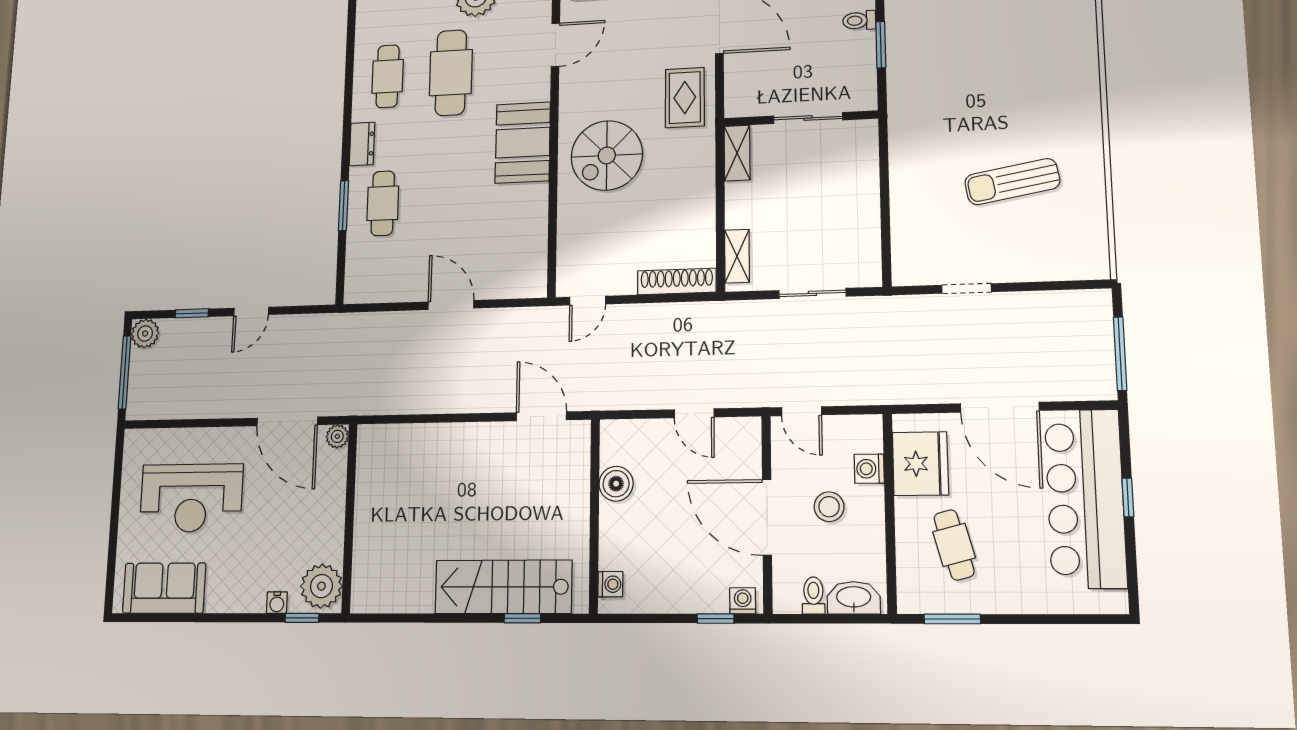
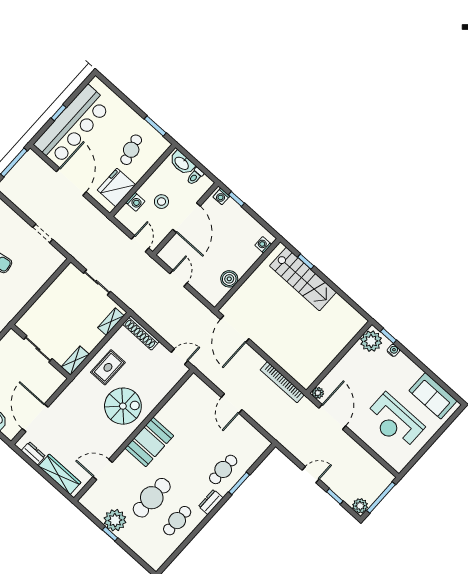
rug: (685, 98) -> (108, 367), moved
bookcase: (403, 404) -> (282, 382), added
door: (541, 416) -> (235, 329), width x1.36
reception desk: (191, 498) -> (394, 421), turned 180

